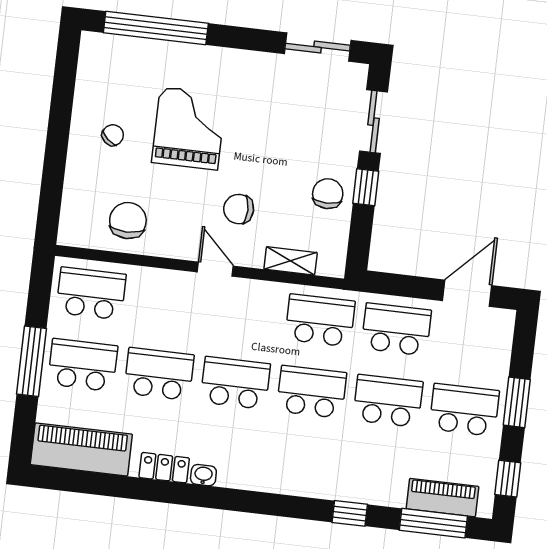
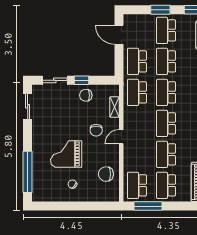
window: (31, 361) -> (148, 206), moved

